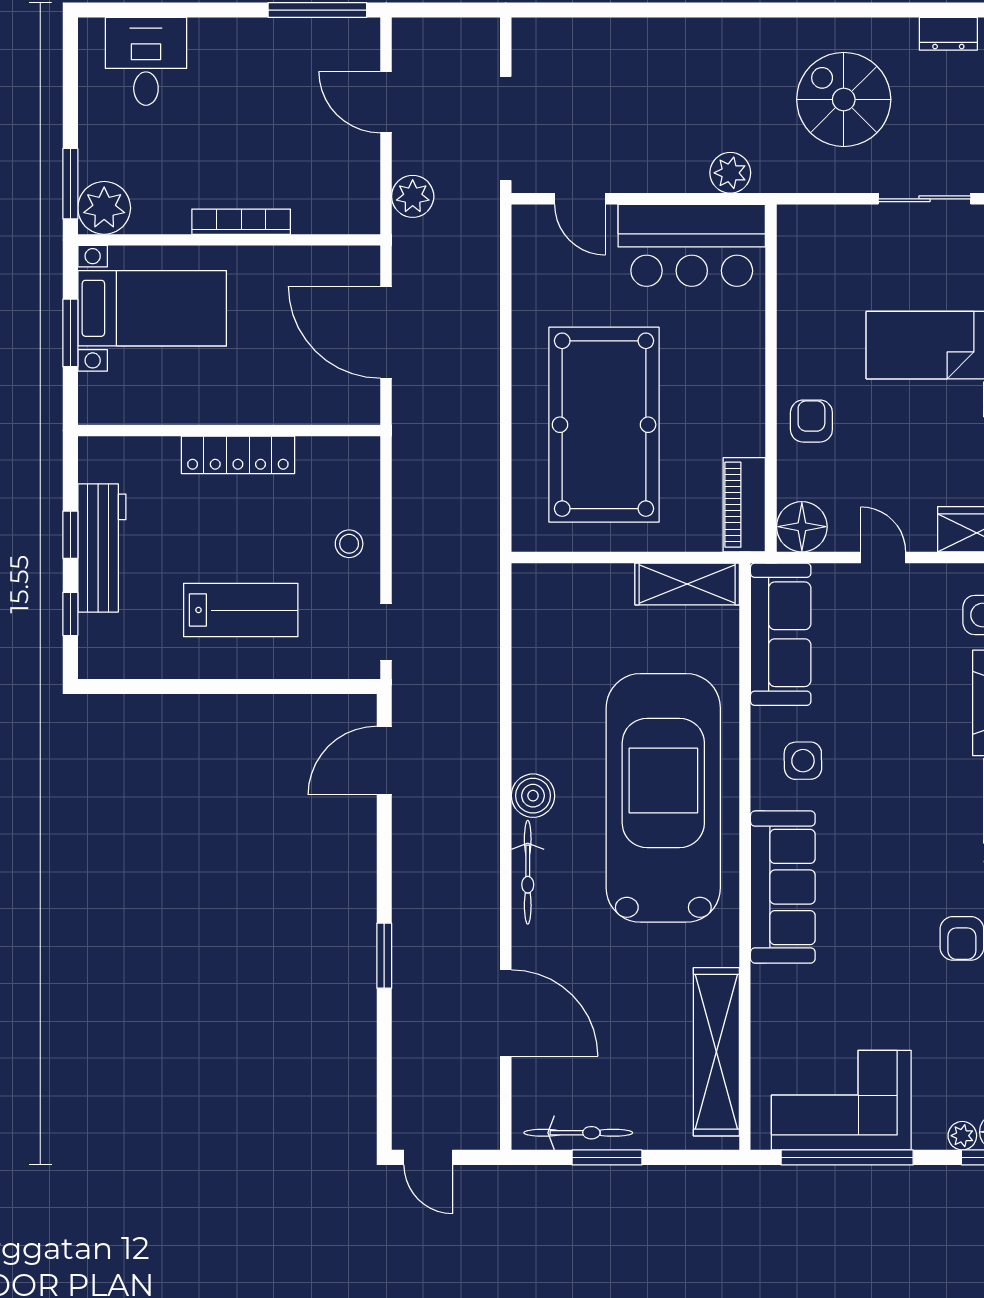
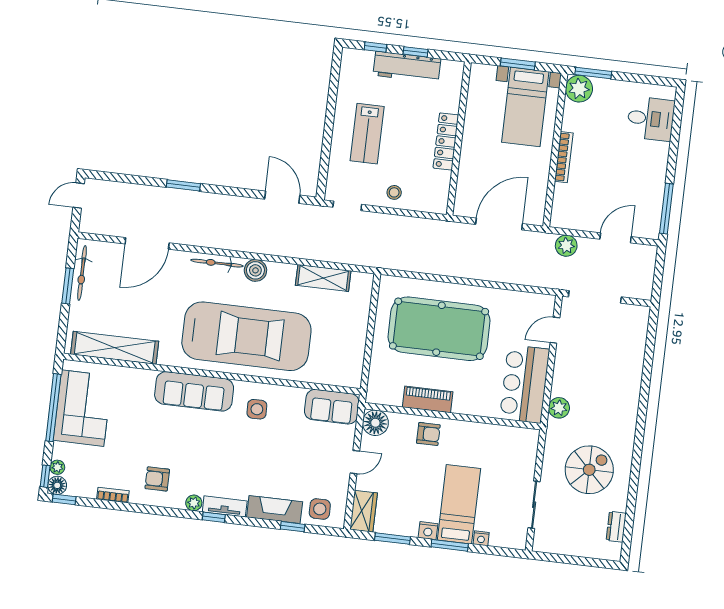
piano: (744, 505) -> (428, 399), moved
shelving: (687, 584) -> (323, 278), moved, turned 90
sofa: (781, 634) -> (332, 407), width x0.73

